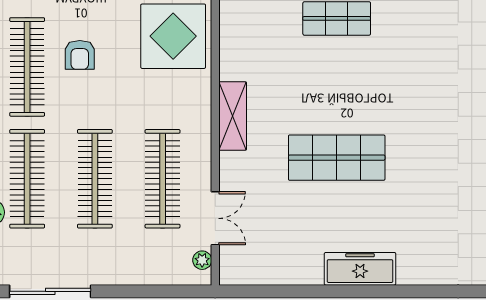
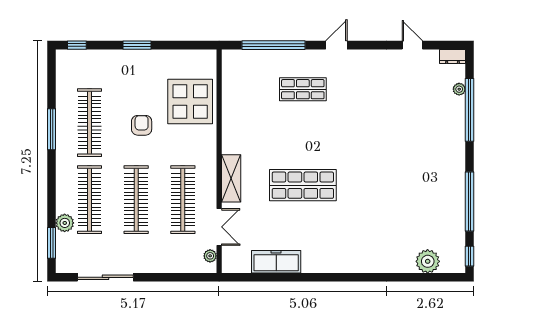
armchair: (80, 55) -> (142, 125), moved, turned 180
shelving: (233, 116) -> (231, 178), moved
freezer: (360, 269) -> (276, 262), moved

